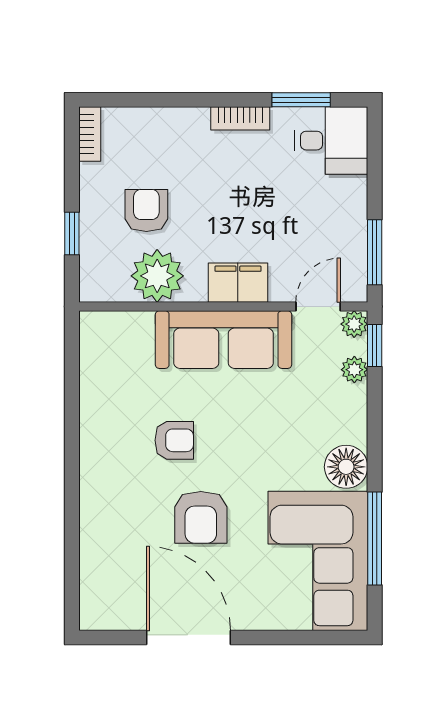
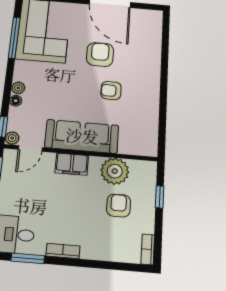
armchair: (146, 210) -> (119, 206), turned 180
plant: (354, 370) -> (18, 88), moved
floor lamp: (346, 467) -> (16, 101), moved, width x0.53, depth x0.53

